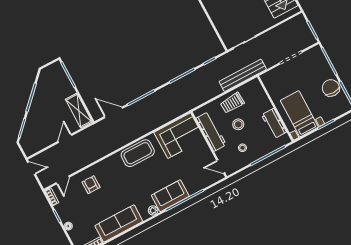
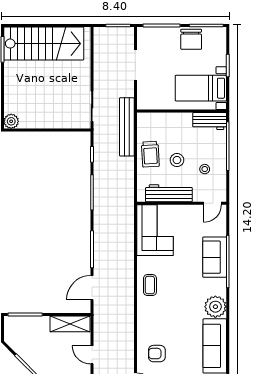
chair: (331, 88) -> (191, 39), turned -90
workbench: (274, 123) -> (210, 121), moved
coffee table: (138, 153) -> (150, 285), width x0.54, depth x0.58
sofa: (170, 196) -> (215, 257), moved
plant: (153, 210) -> (215, 307), width x1.87, depth x1.87

